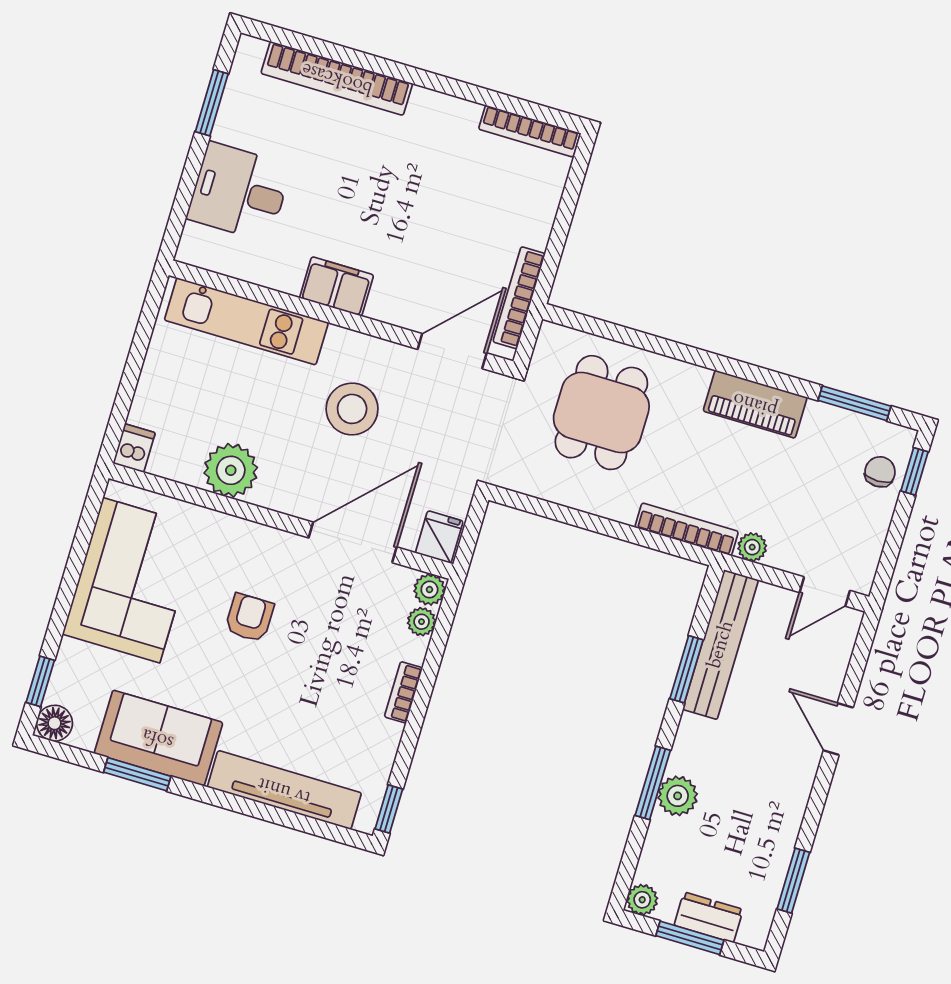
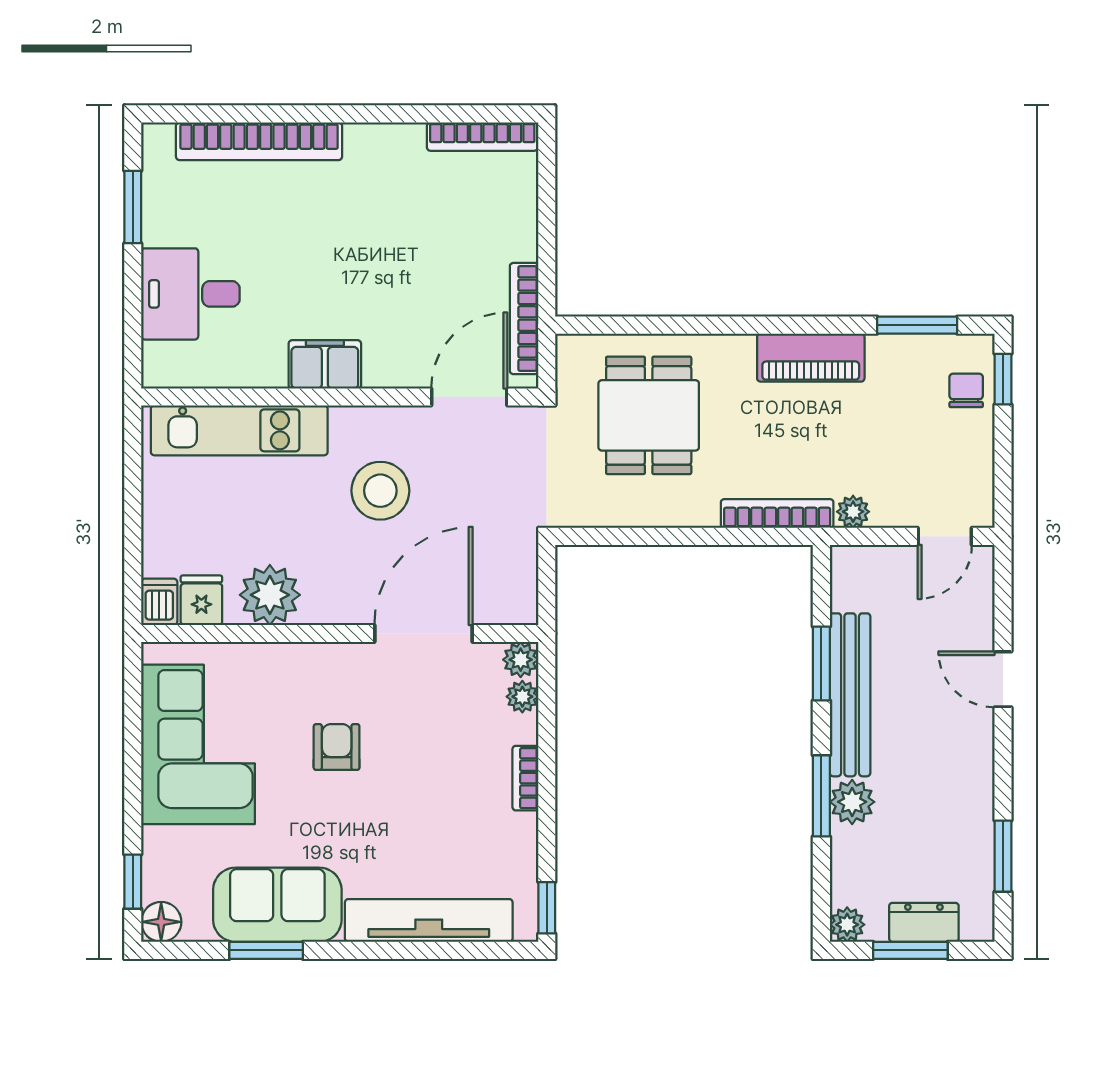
fridge: (439, 537) -> (201, 600), moved
bench: (721, 645) -> (850, 695), moved

